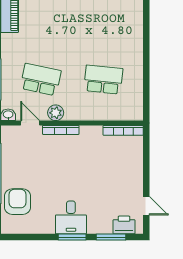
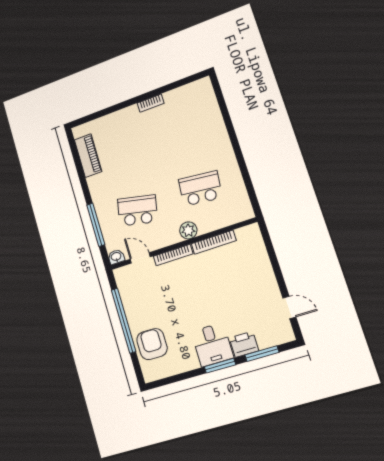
plant: (56, 113) -> (188, 230), moved
bookcase: (123, 130) -> (214, 242), moved
printer: (124, 225) -> (244, 344), moved

